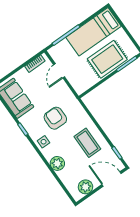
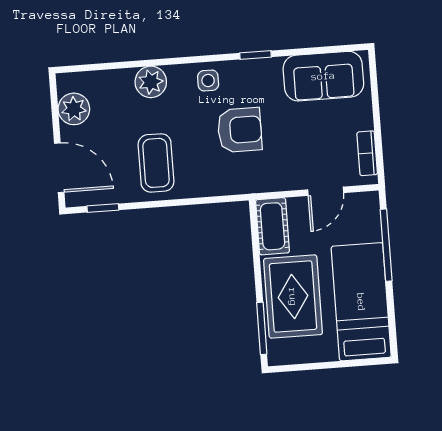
door: (59, 71) -> (326, 191), swing flipped
cot: (85, 83) -> (272, 226), added
coffee table: (87, 143) -> (156, 163), turned 90
door: (112, 179) -> (59, 168), hinge flipped

